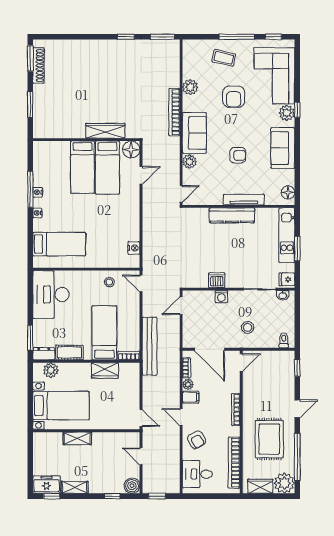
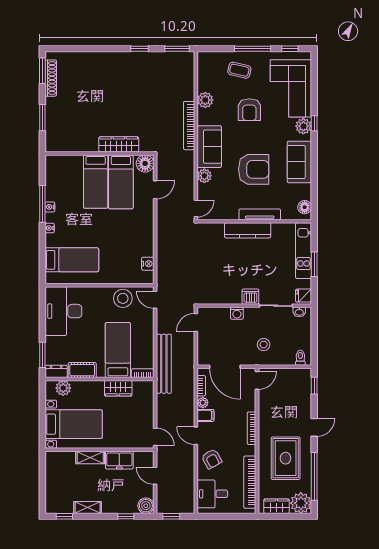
armchair: (238, 155) -> (254, 169), width x1.88, depth x1.88
dishwasher: (217, 280) -> (250, 297), moved
stool: (109, 282) -> (123, 298), width x1.89, depth x1.89
freezer: (47, 485) -> (119, 460), moved, turned 180

